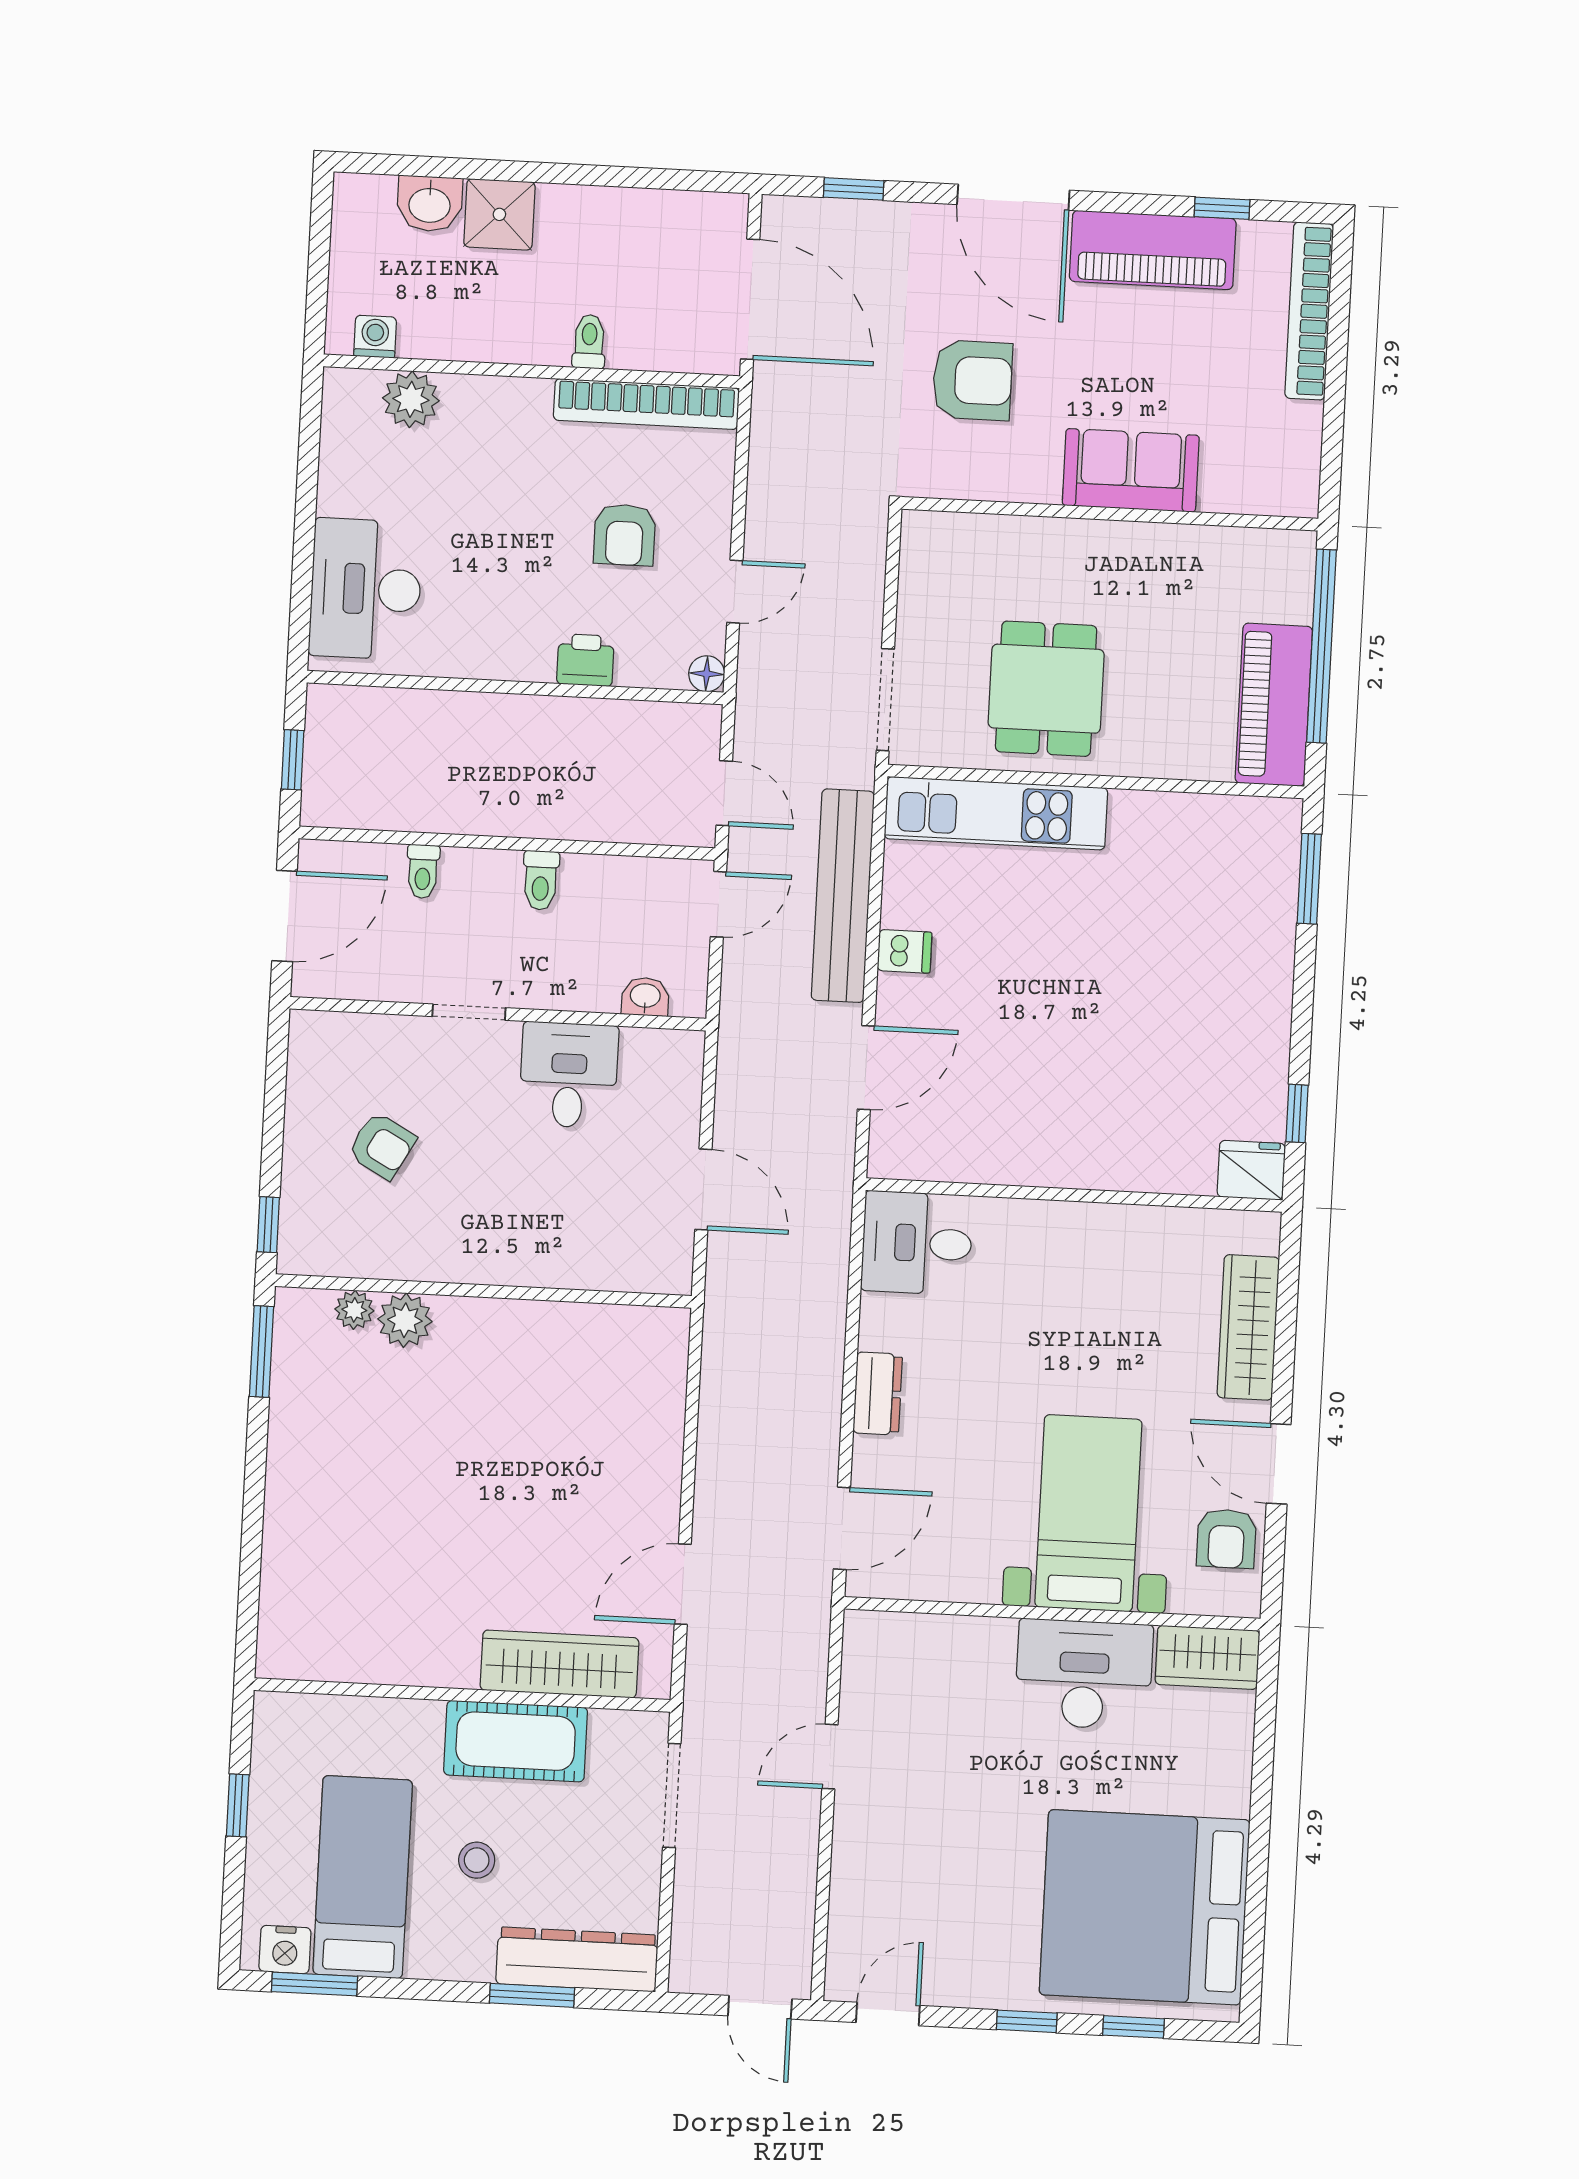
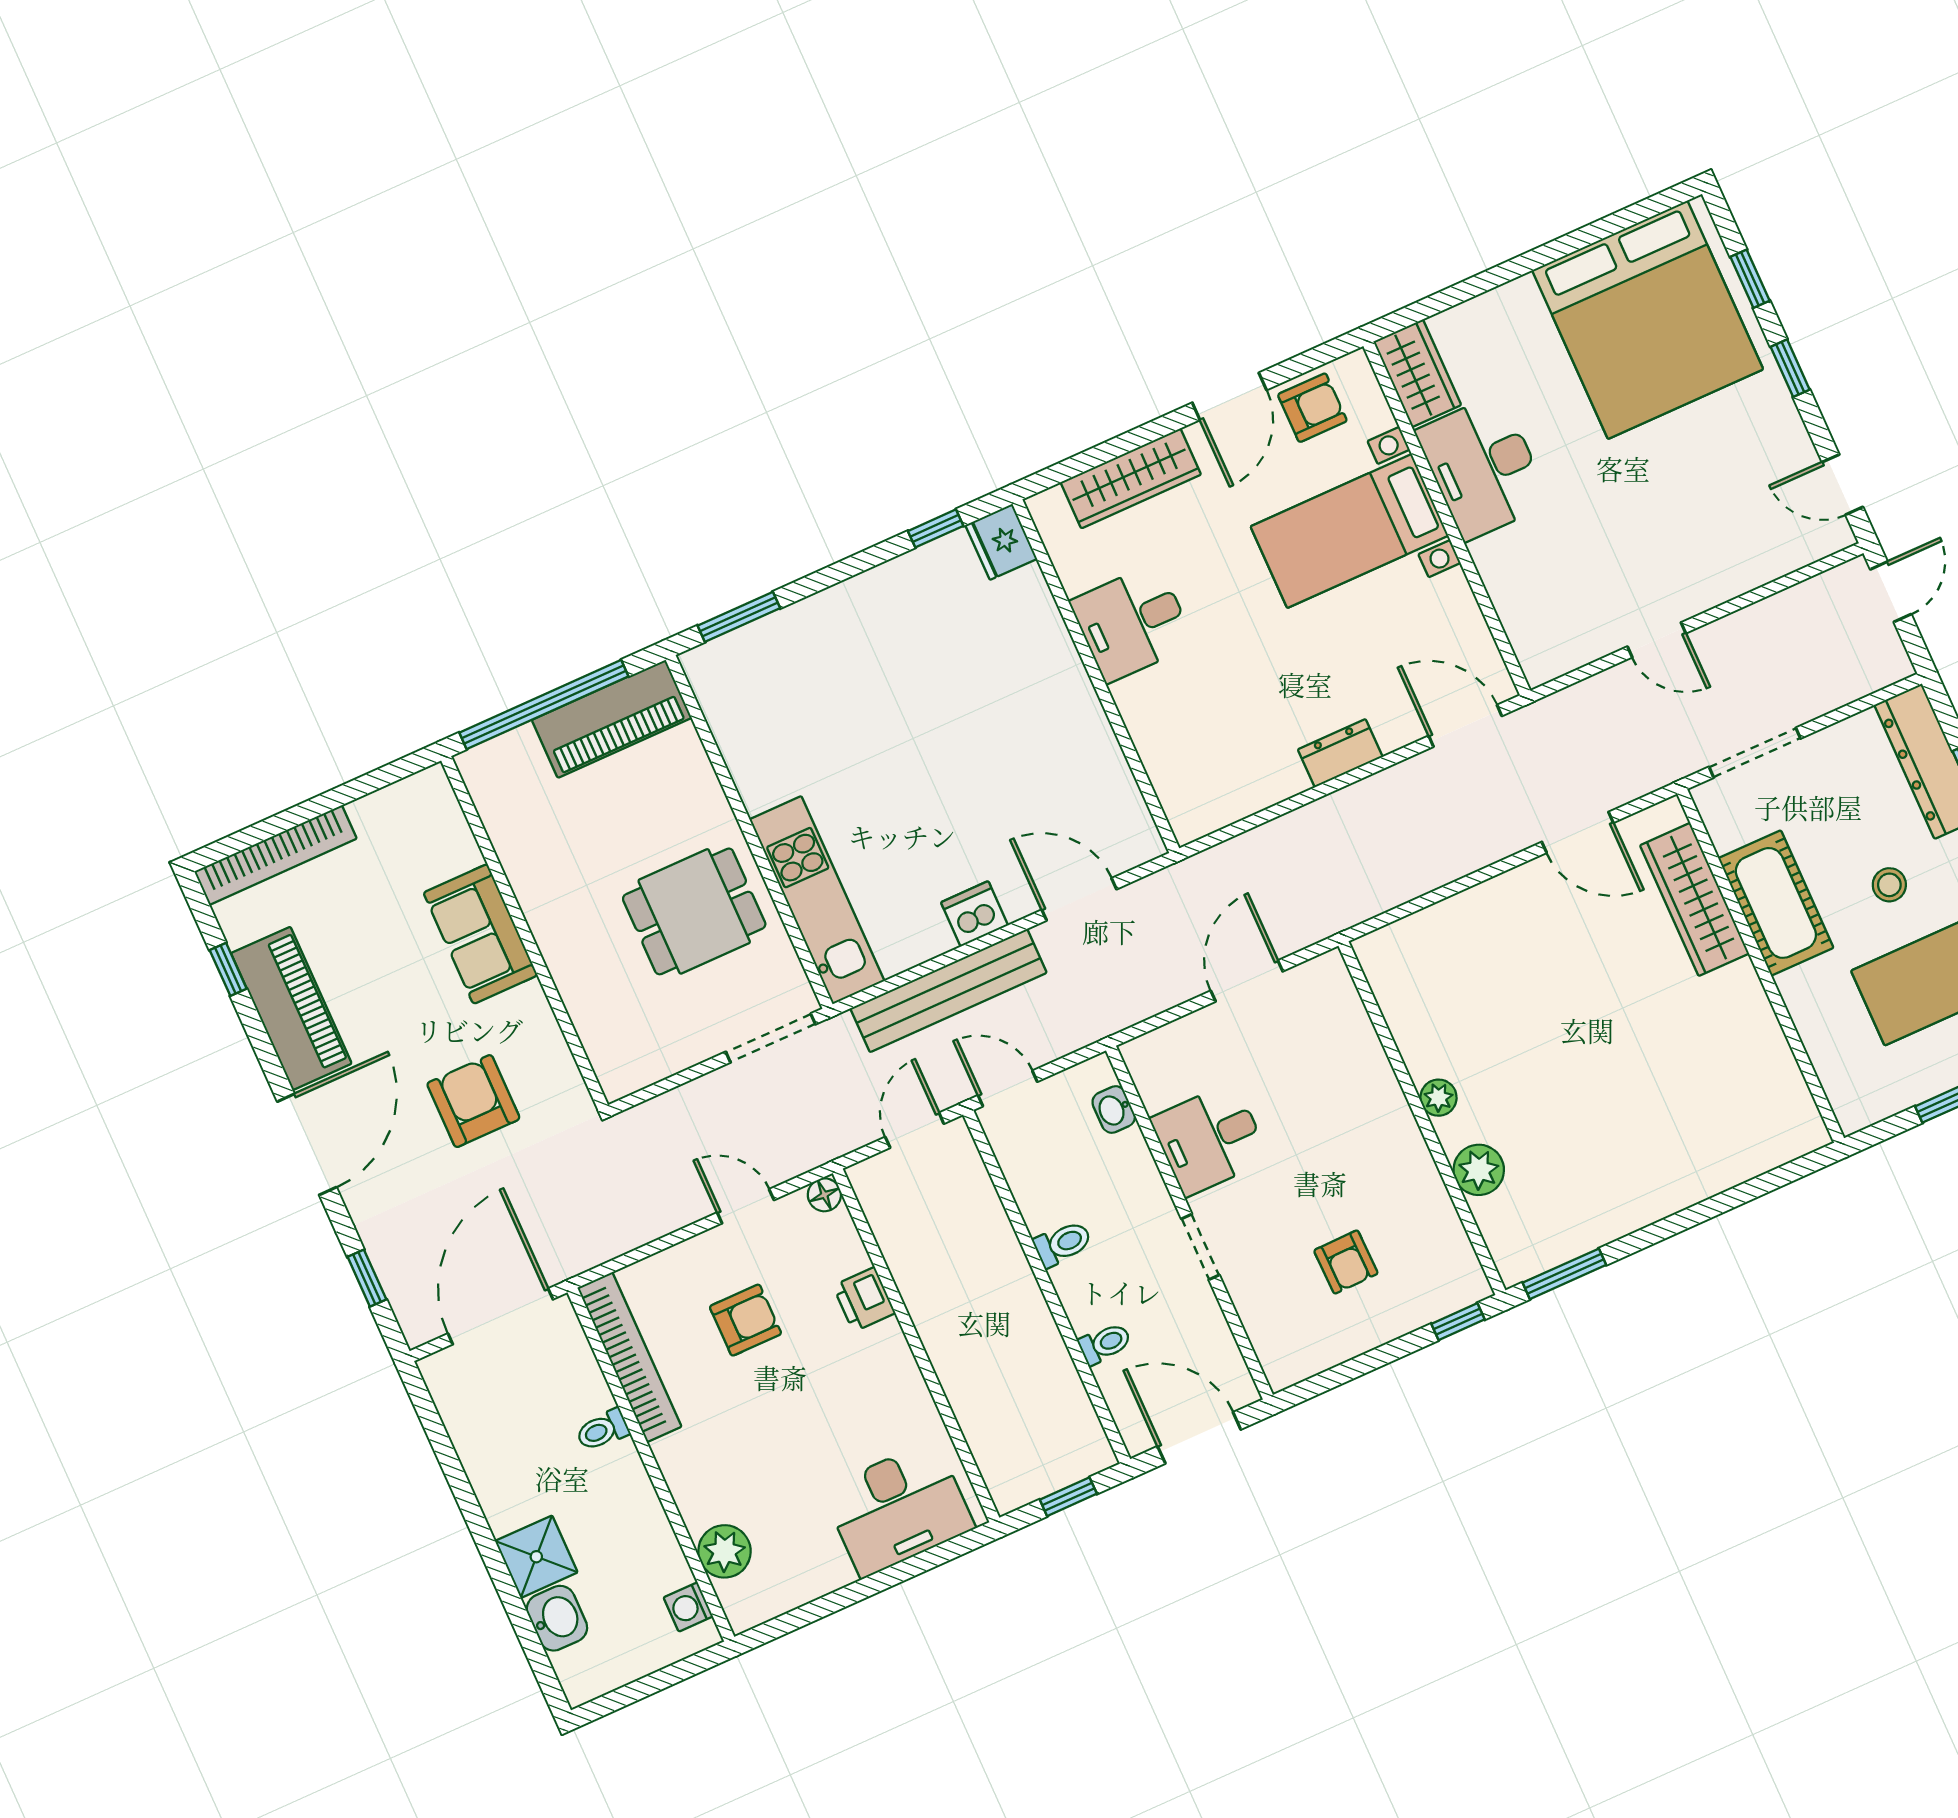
dishwasher: (905, 951) -> (975, 914), width x1.38
armchair: (382, 1146) -> (1346, 1262), turned 150
desk: (917, 1243) -> (1132, 623), moved, turned 90
plant: (354, 1310) -> (1438, 1098), moved

